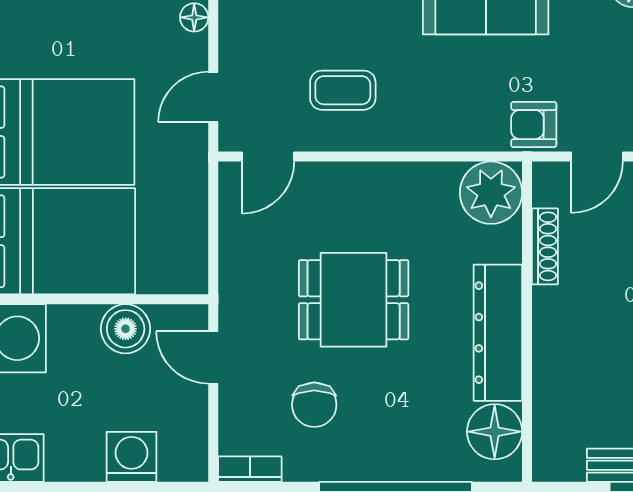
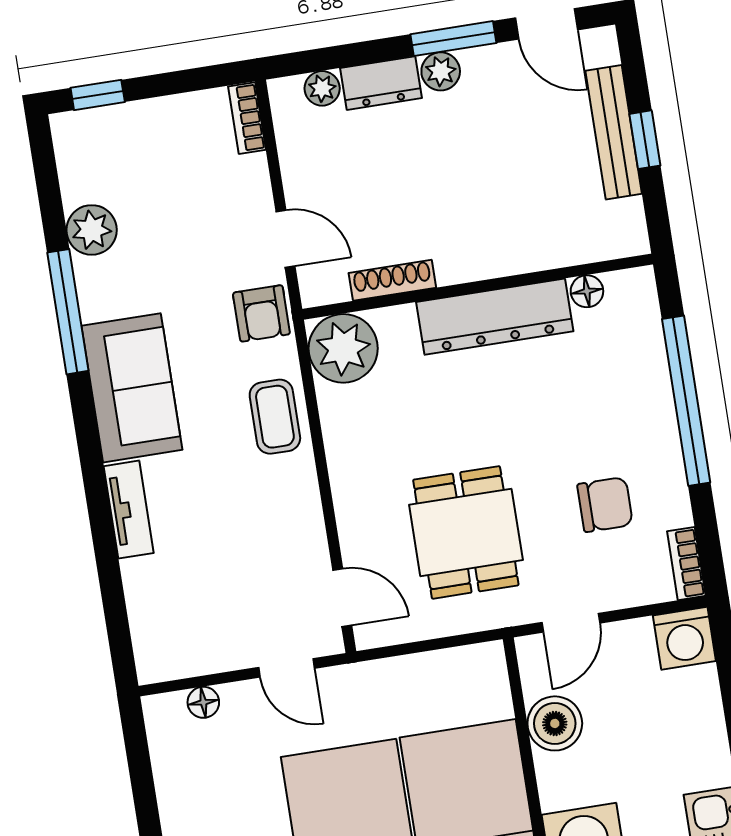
coffee table: (343, 90) -> (275, 417), moved
dining table: (354, 300) -> (466, 532), moved
floor lamp: (495, 432) -> (587, 291), width x0.53, depth x0.53
washing machine: (131, 457) -> (684, 638), moved, turned -90

